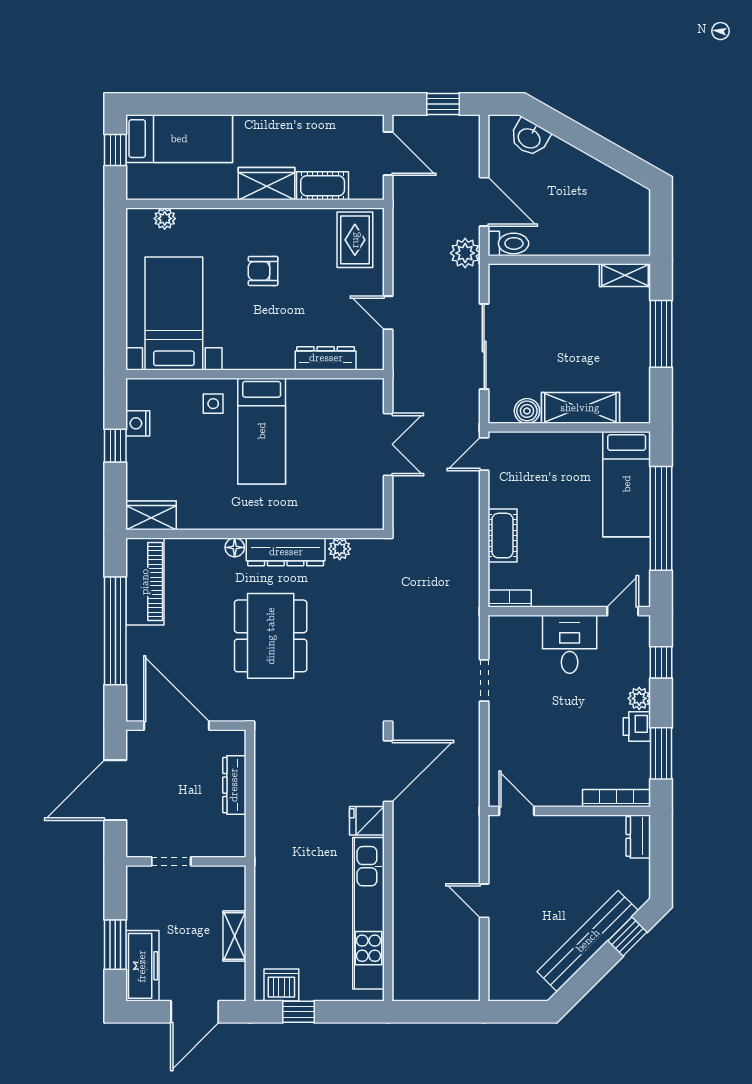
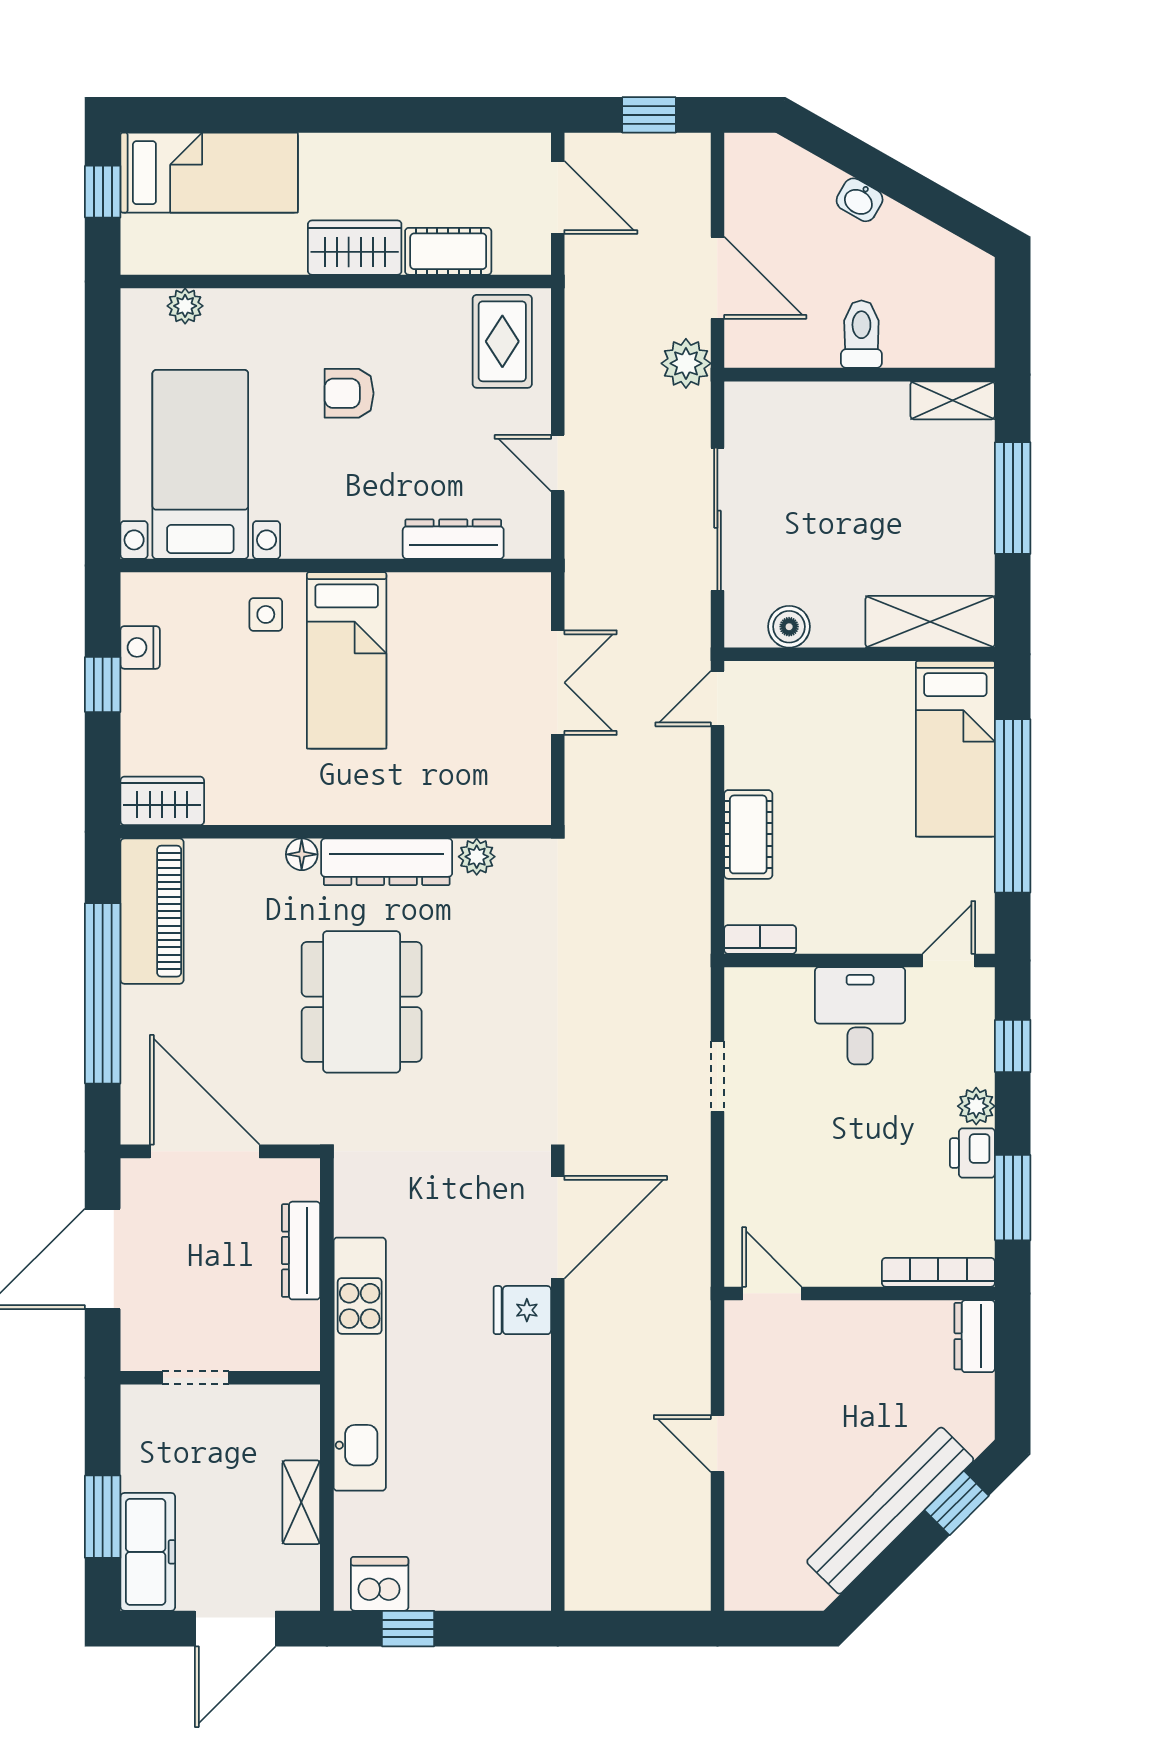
washbasin: (530, 138) -> (860, 200), moved, width x0.72, depth x0.69
toilet: (508, 243) -> (861, 334), moved, turned -90
shelving: (580, 408) -> (930, 622), moved
kitchen unit: (369, 913) -> (360, 1364), moved, turned 180

